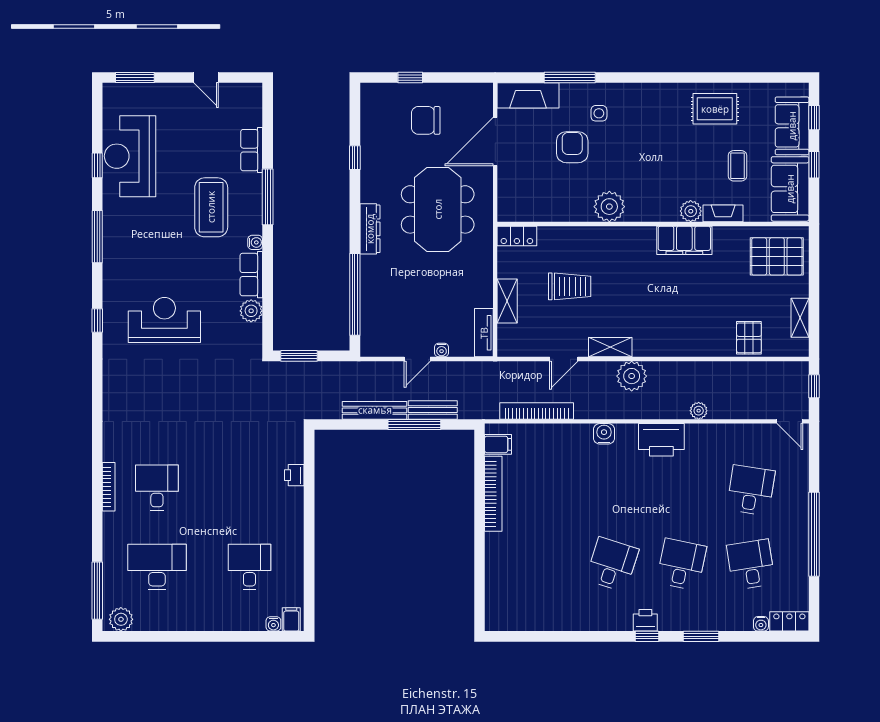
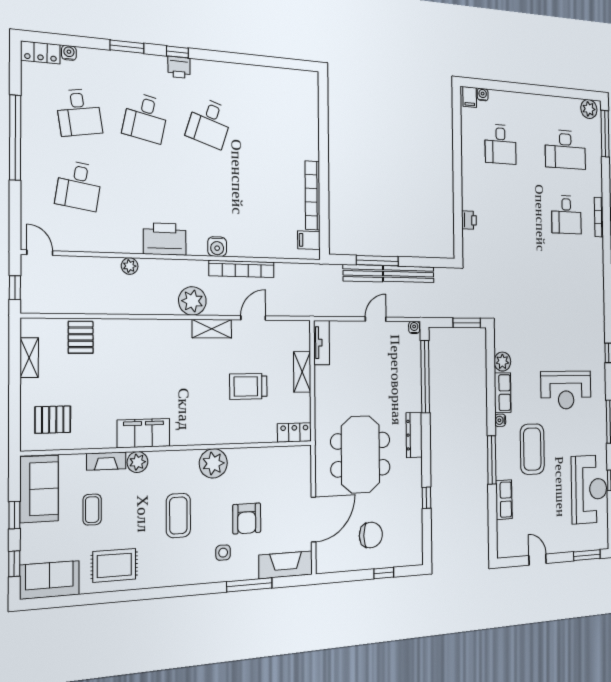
sofa: (792, 126) -> (50, 580), moved, turned -90
coffee table: (648, 155) -> (178, 516), added
pallet: (777, 256) -> (53, 420), width x0.67, depth x0.71
reception desk: (164, 320) -> (566, 390), moved
water cooler: (442, 350) -> (414, 327), moved
bookcase: (537, 411) -> (242, 269), moved

